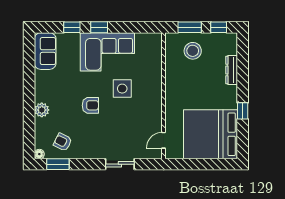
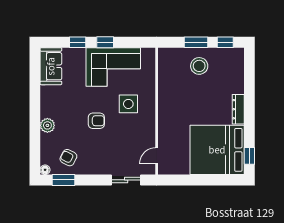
dresser: (232, 70) -> (238, 109), moved
wall: (164, 96) -> (157, 111), moved
window: (243, 111) -> (249, 156), moved
door: (164, 140) -> (157, 156), moved

